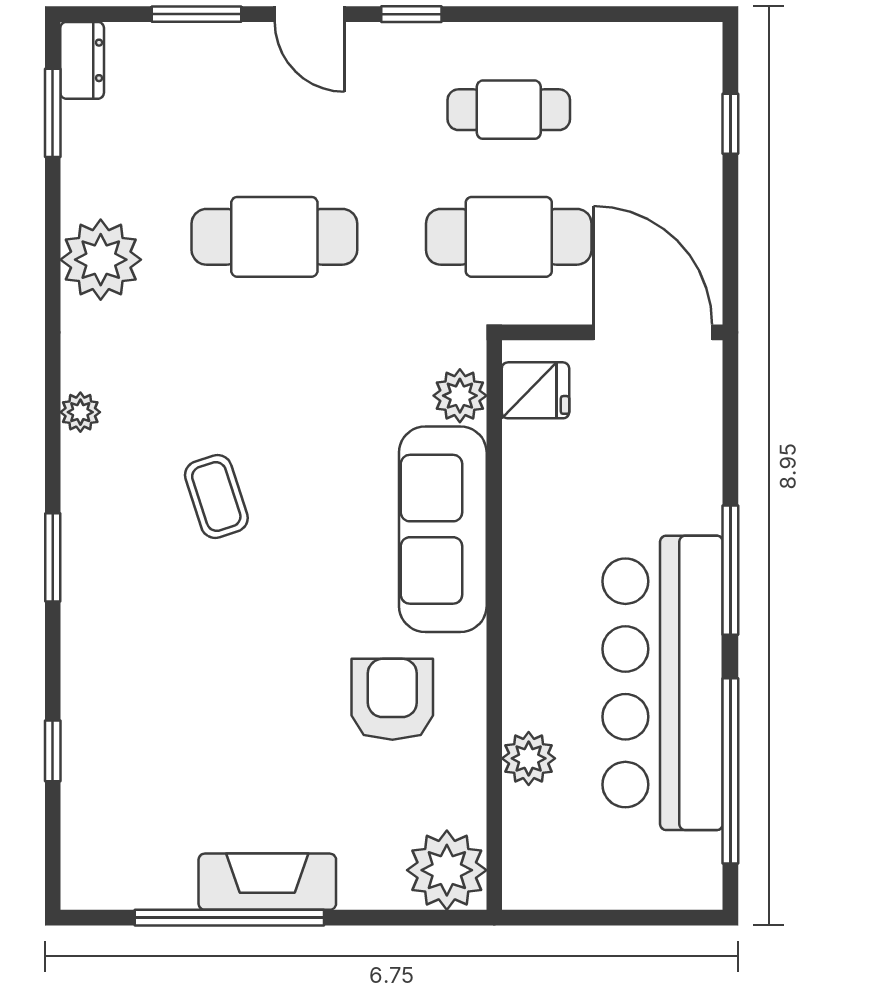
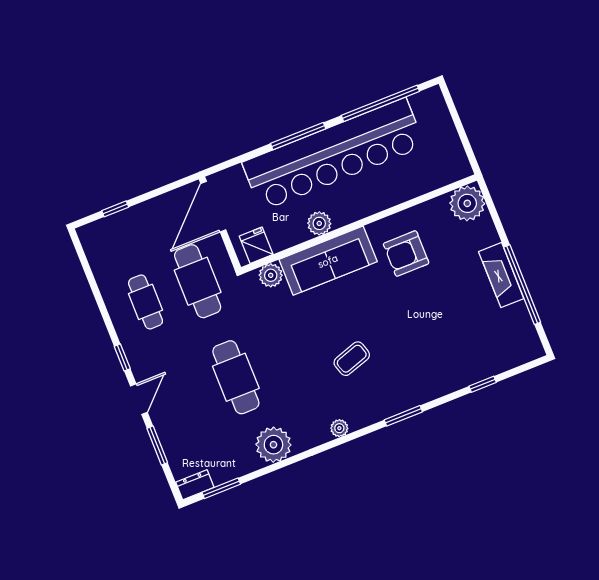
bar counter: (663, 683) -> (333, 154), width x1.36
plant: (529, 758) -> (319, 223), moved

